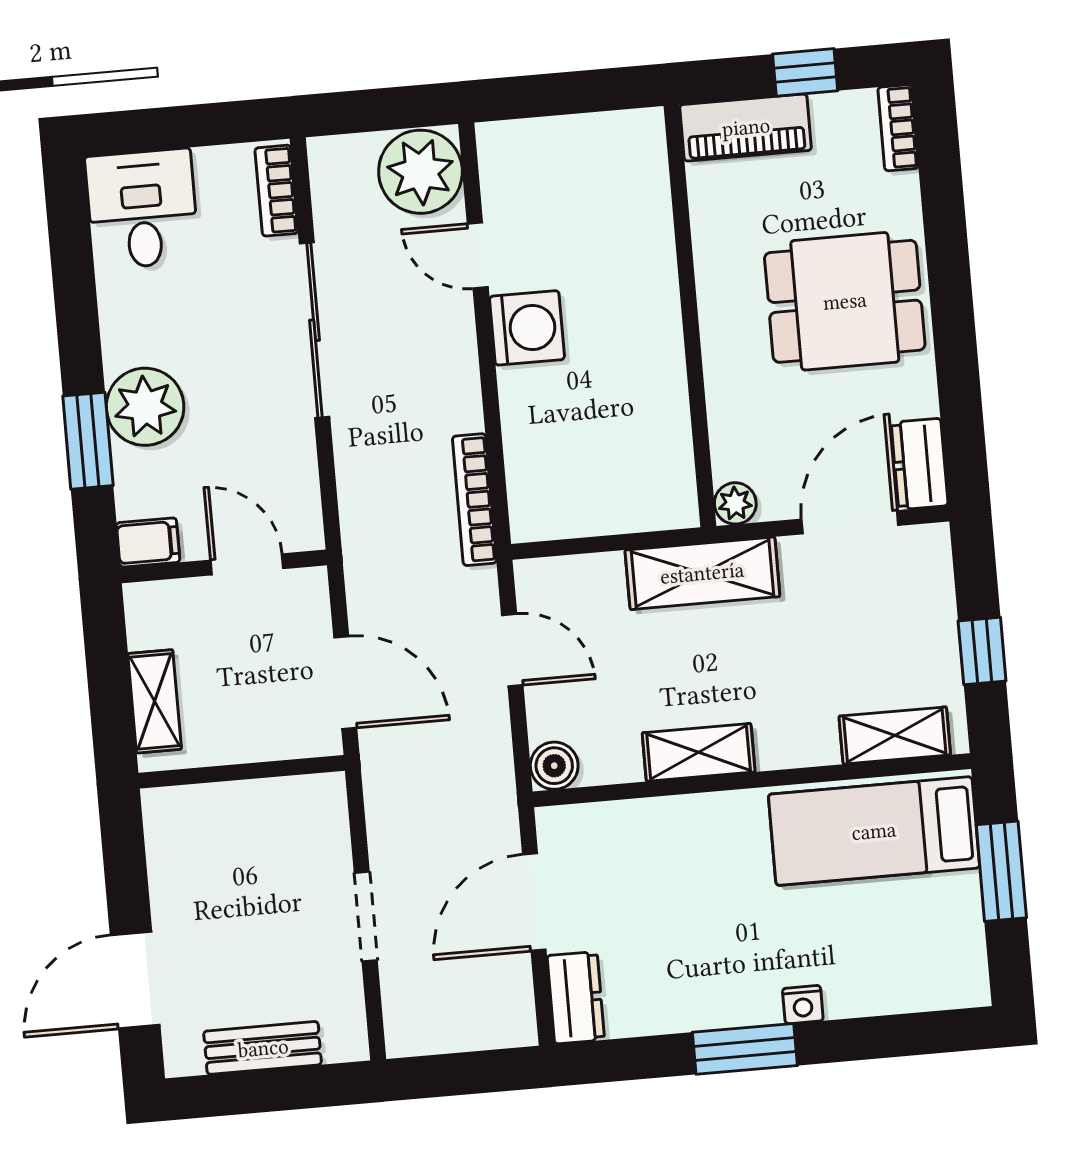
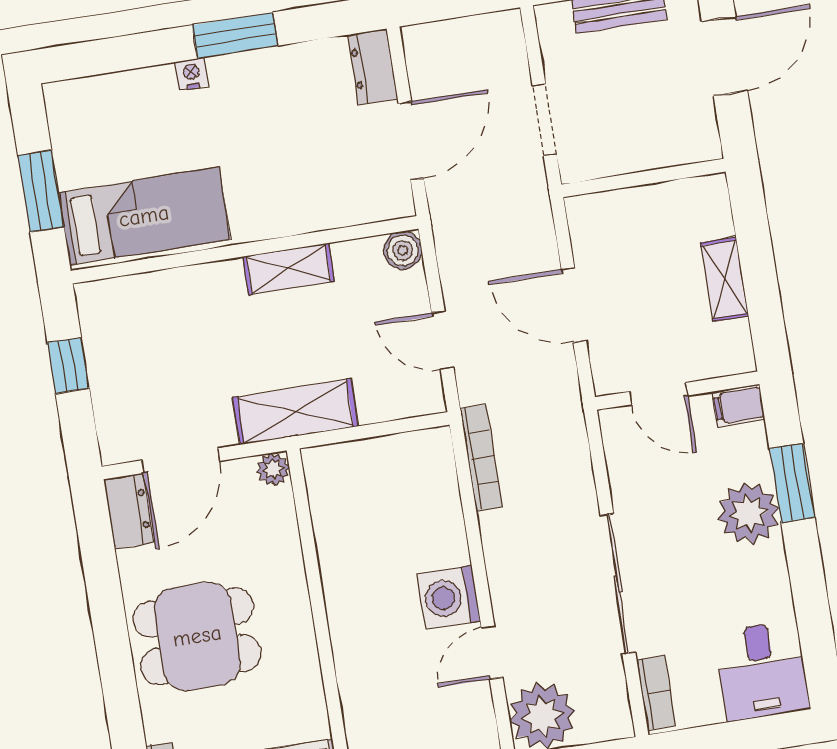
door: (478, 256) -> (492, 652), swing flipped
shelving: (895, 735) -> (133, 293), removed
wall: (242, 772) -> (643, 178), moved

